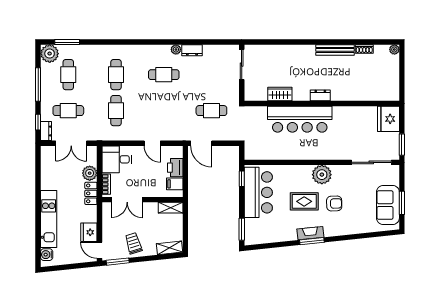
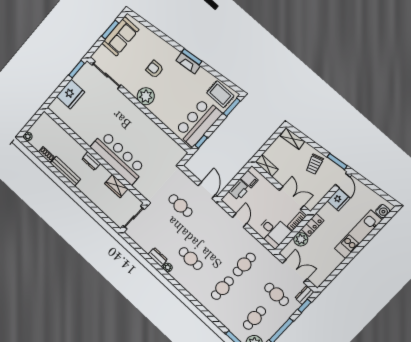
wardrobe: (280, 94) -> (116, 186), moved
dresser: (320, 95) -> (91, 161), moved
wall: (322, 103) -> (95, 155), moved
bar counter: (300, 119) -> (118, 158), moved
rug: (304, 201) -> (220, 94), moved

